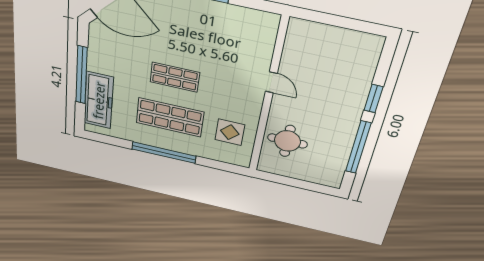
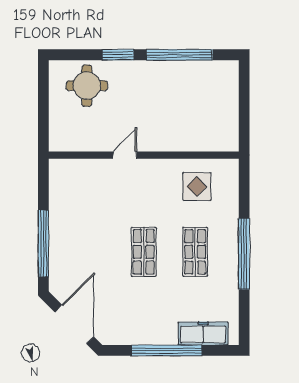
freezer: (99, 100) -> (203, 334), width x0.73, depth x0.79
shop shelf: (170, 117) -> (195, 252), width x0.70, depth x0.74
round table: (287, 141) -> (87, 86), moved

